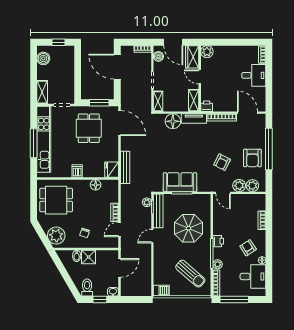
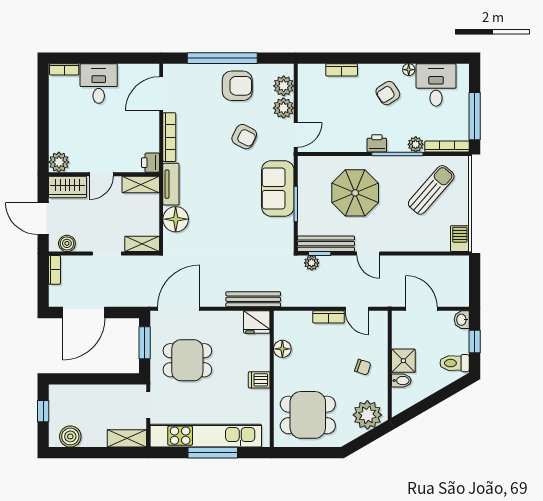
door: (173, 42) -> (43, 219), swing flipped
sofa: (180, 182) -> (278, 188), moved
dining table: (56, 200) -> (308, 415), turned 90

